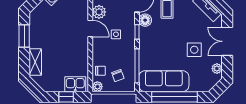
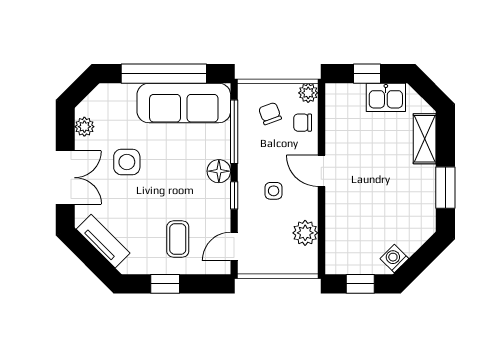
floor lamp: (145, 20) -> (219, 171), moved
door: (90, 28) -> (321, 171), moved
kitchen sink: (75, 84) -> (386, 97), moved

